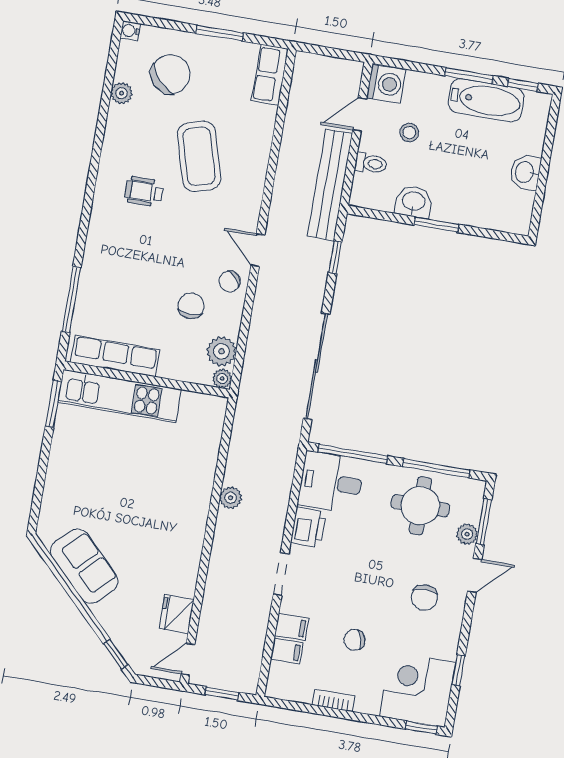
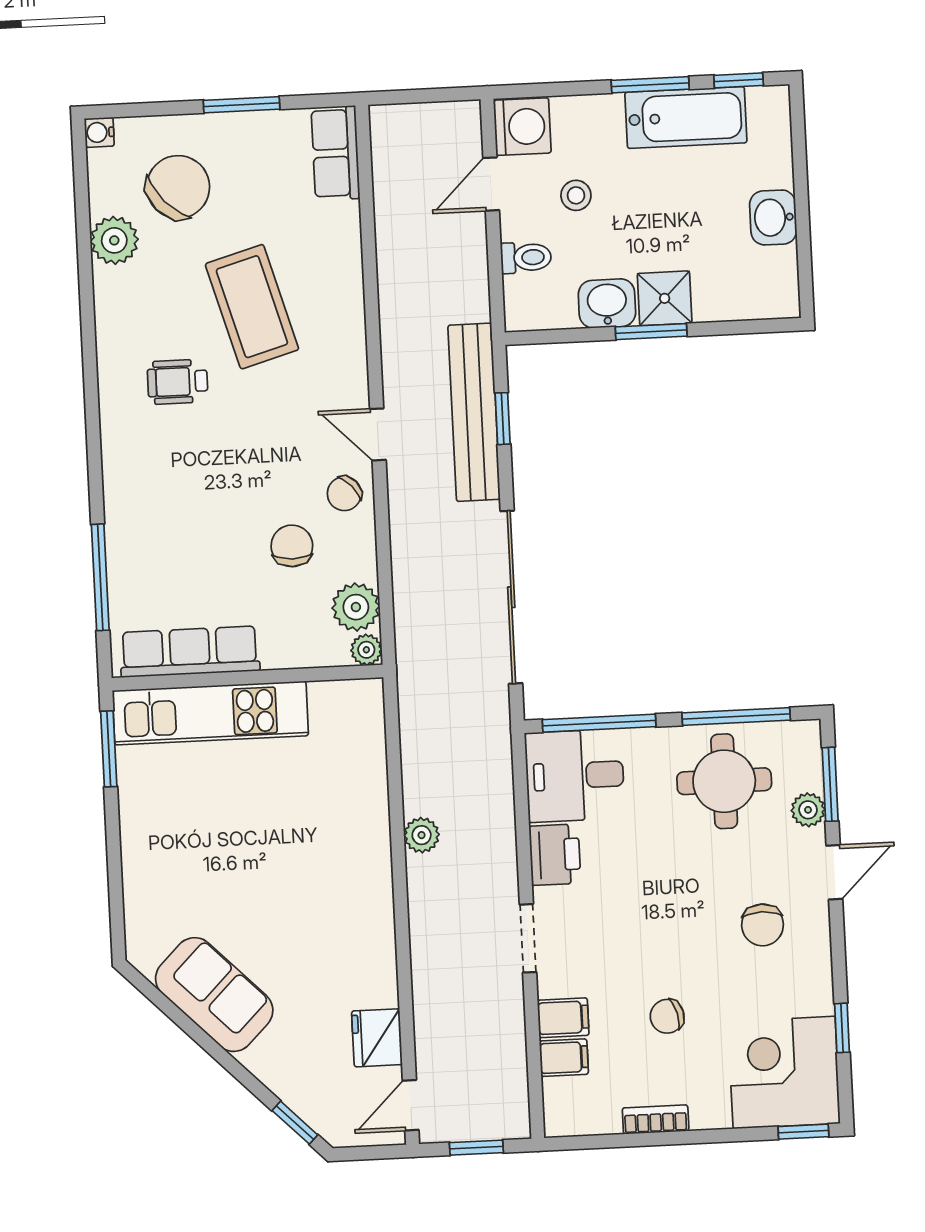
plant: (121, 93) -> (114, 240), width x1.38, depth x1.38
bench: (330, 185) -> (474, 412), moved
shower: (449, 206) -> (665, 298), added

